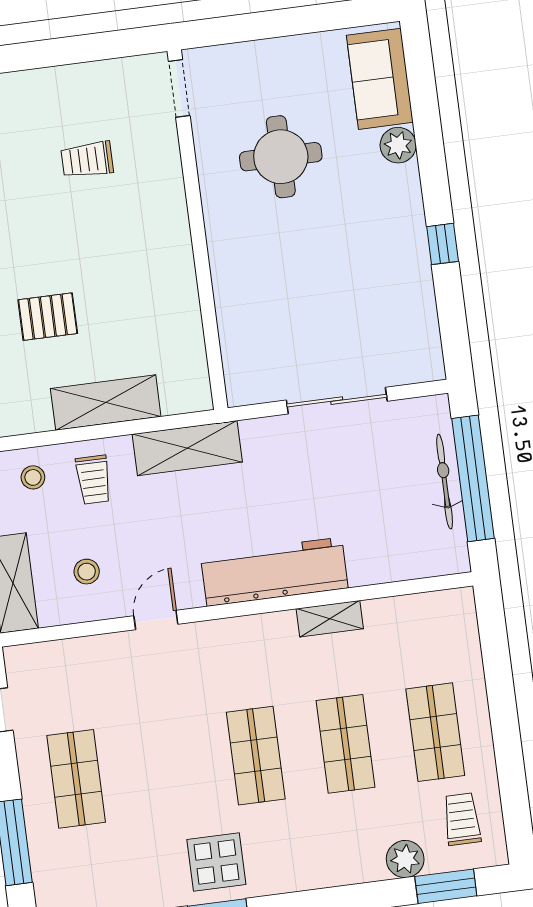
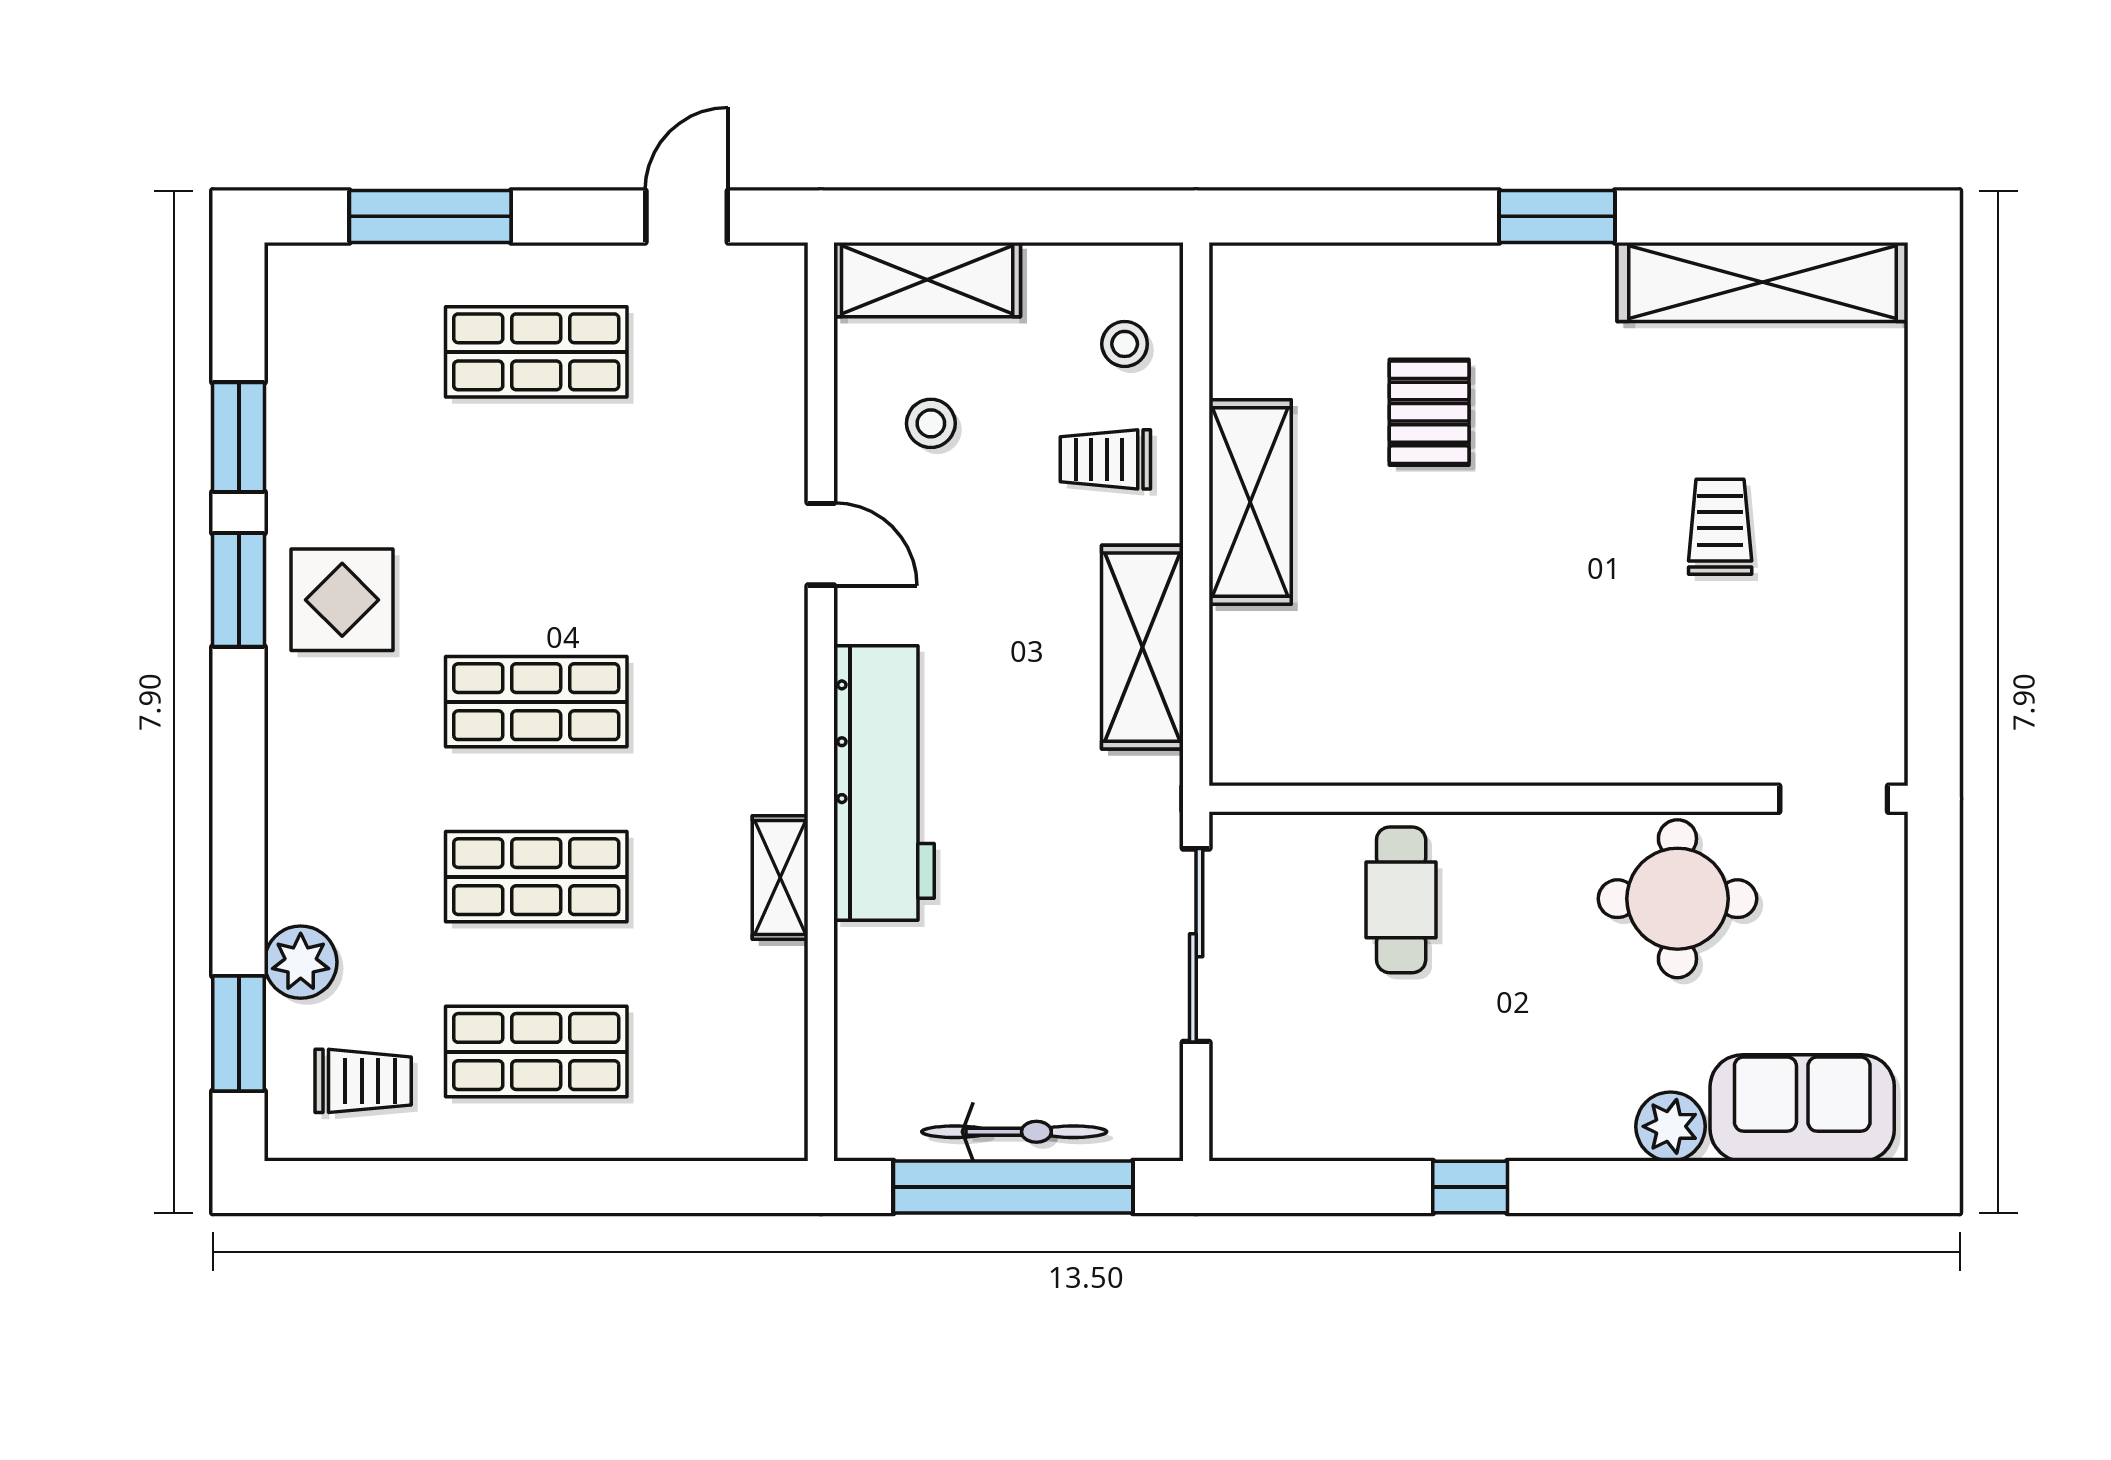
doorway: (179, 88) -> (1834, 799), moved
wall: (198, 230) -> (1559, 799), moved
cafe table: (300, 299) -> (1401, 900), added

